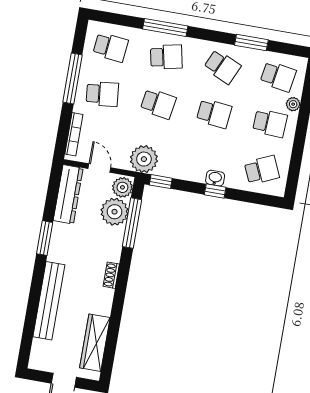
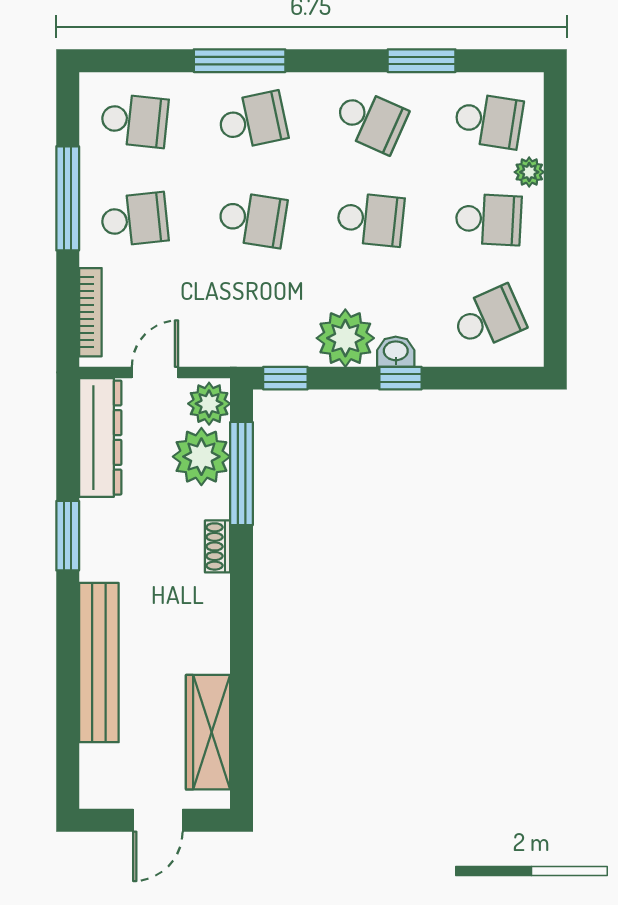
plant: (144, 159) -> (345, 338), moved
door: (99, 168) -> (155, 372), hinge flipped
shoe rack: (111, 275) -> (218, 546), moved

